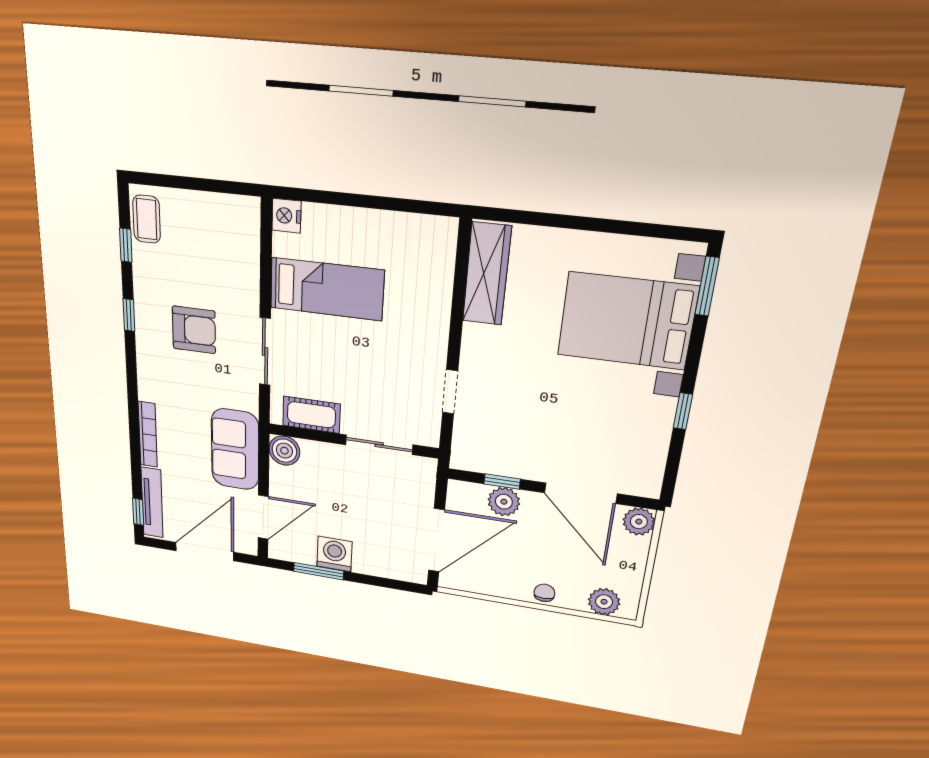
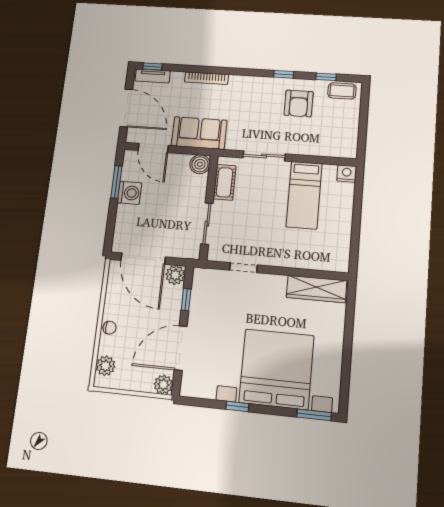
bed with nightstands: (627, 321) -> (276, 369), width x1.36
armchair: (194, 330) -> (299, 103), moved
plant: (504, 502) -> (175, 275), moved
tv unit: (152, 503) -> (153, 76), width x0.71

